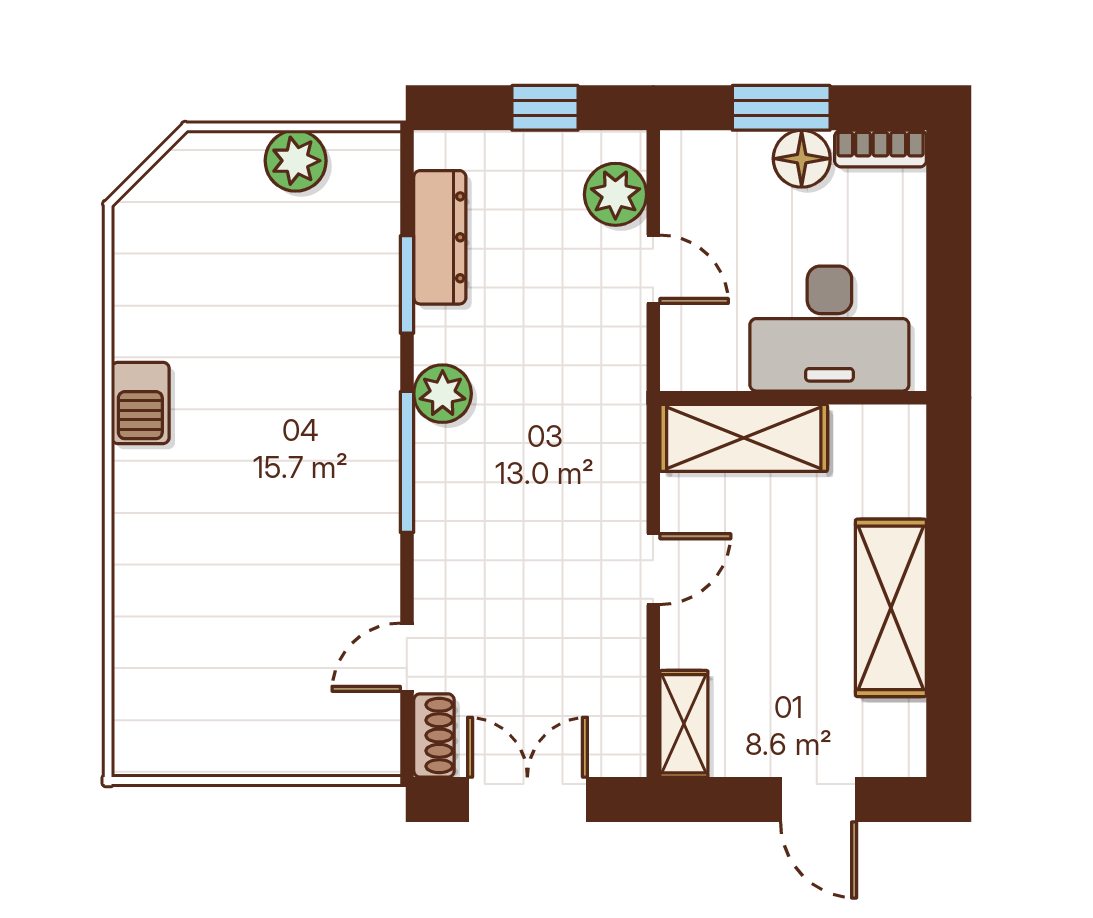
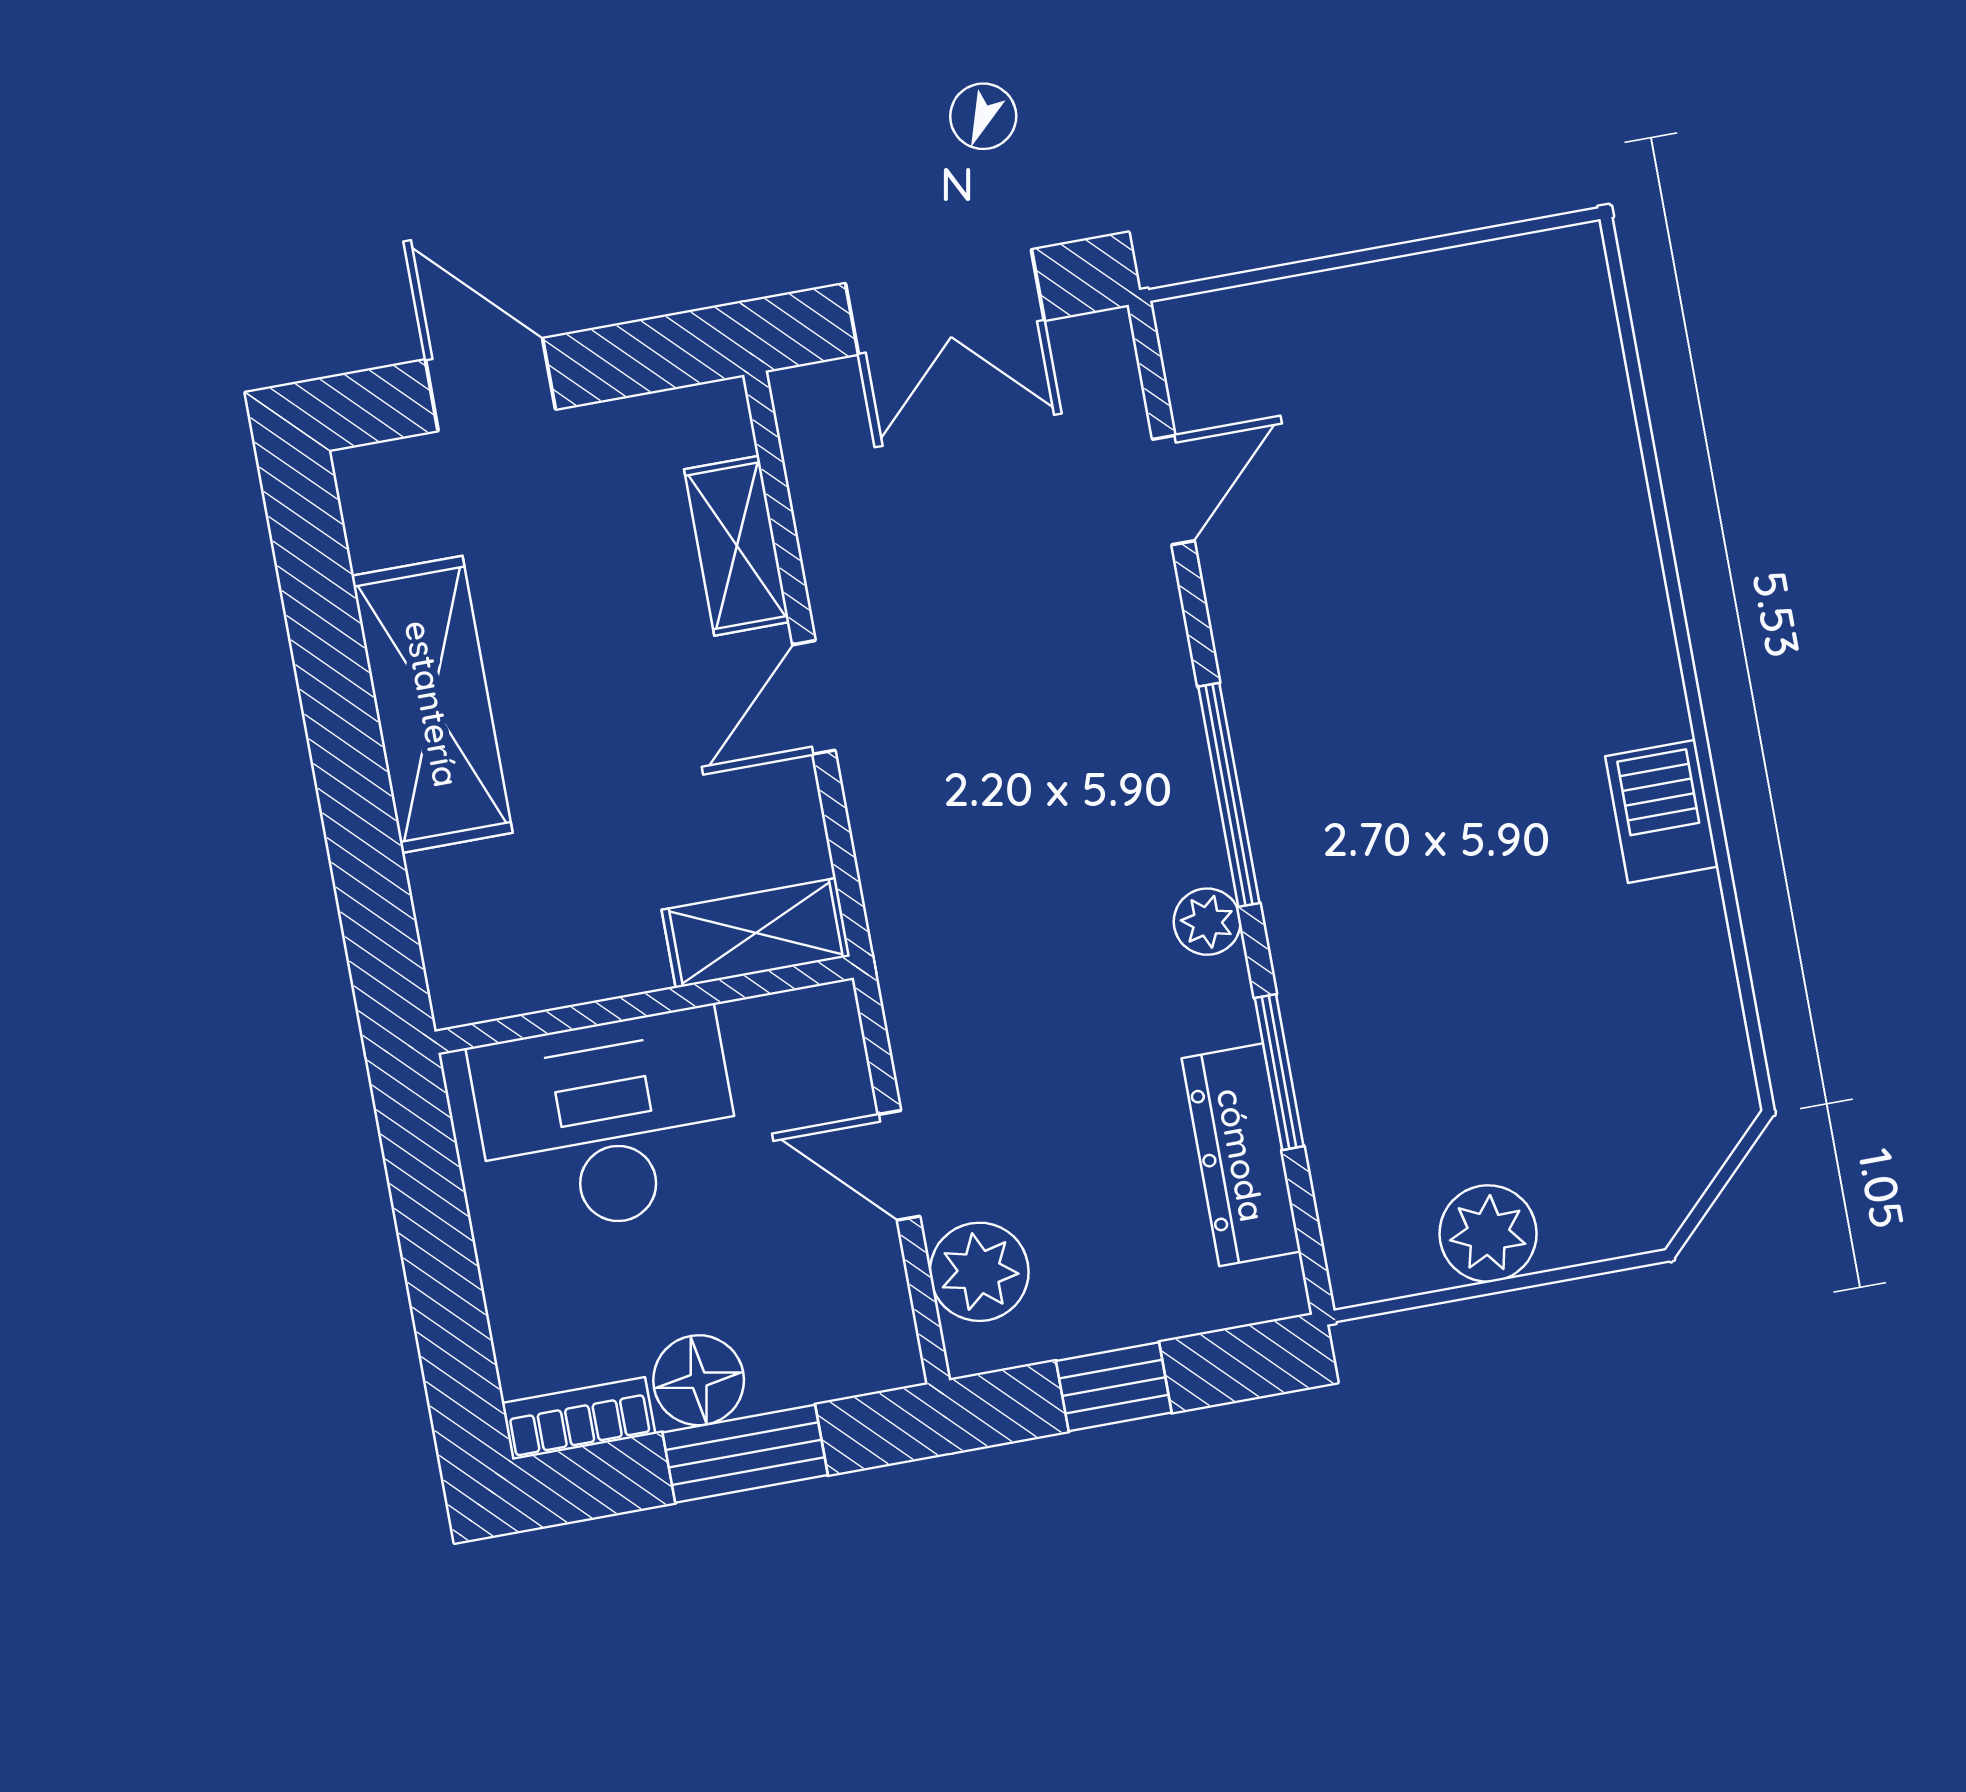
plant: (443, 394) -> (1207, 922), width x0.73, depth x0.73
shelving: (744, 438) -> (756, 933), width x0.67, depth x0.75
shelving: (684, 724) -> (737, 546), moved
shoe rack: (434, 735) -> (1109, 376), removed

